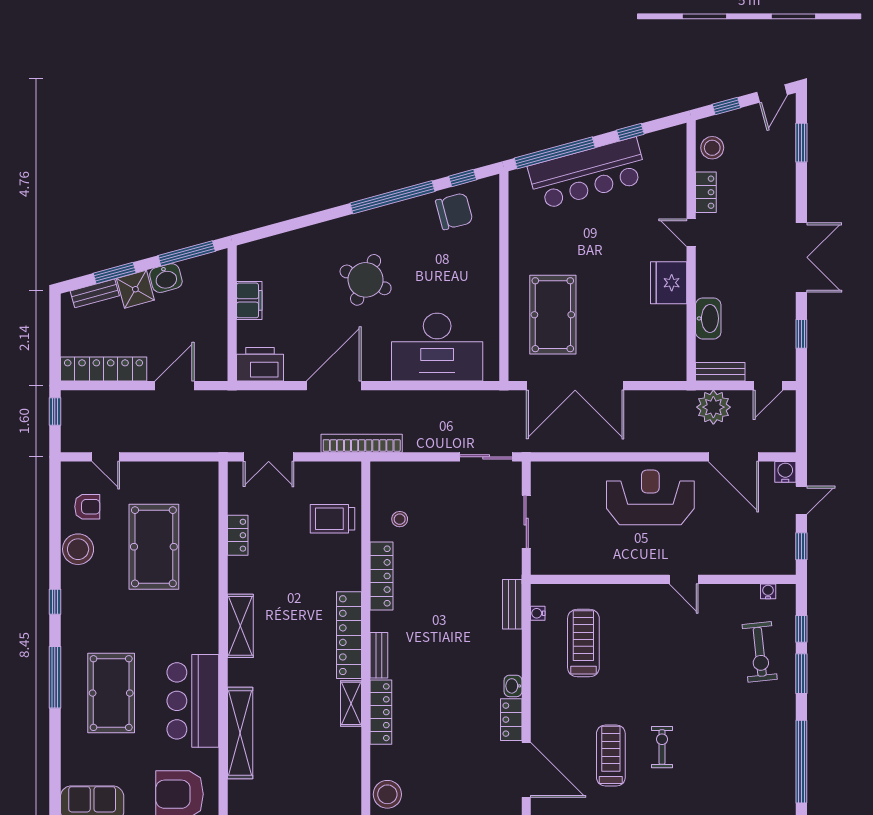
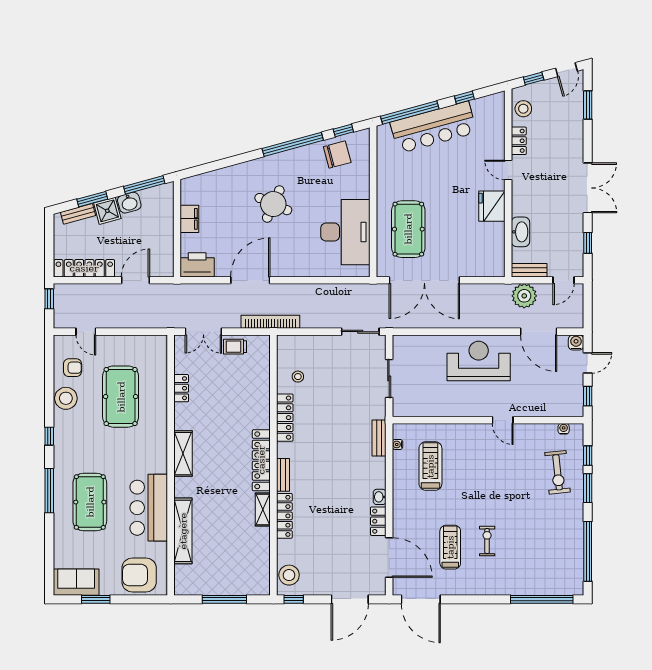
desk: (437, 347) -> (345, 232), moved, turned -90
trolley: (332, 519) -> (235, 347), moved, width x0.73, depth x0.72

